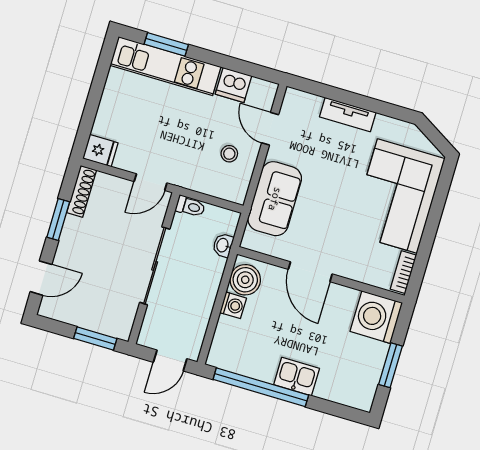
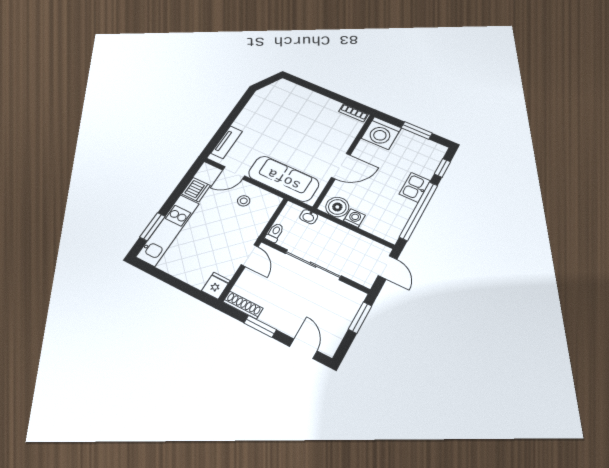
tv unit: (348, 115) -> (227, 142), moved
corner sofa: (397, 196) -> (301, 108), removed
sofa: (275, 199) -> (284, 179), width x1.36
window: (335, 409) -> (442, 168), added

